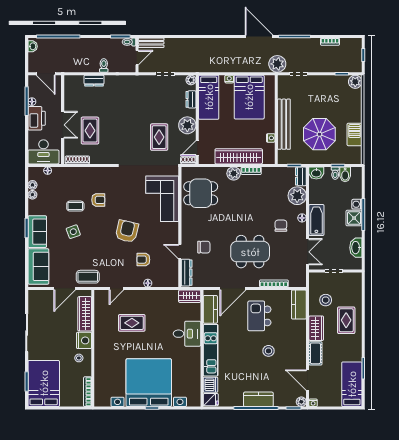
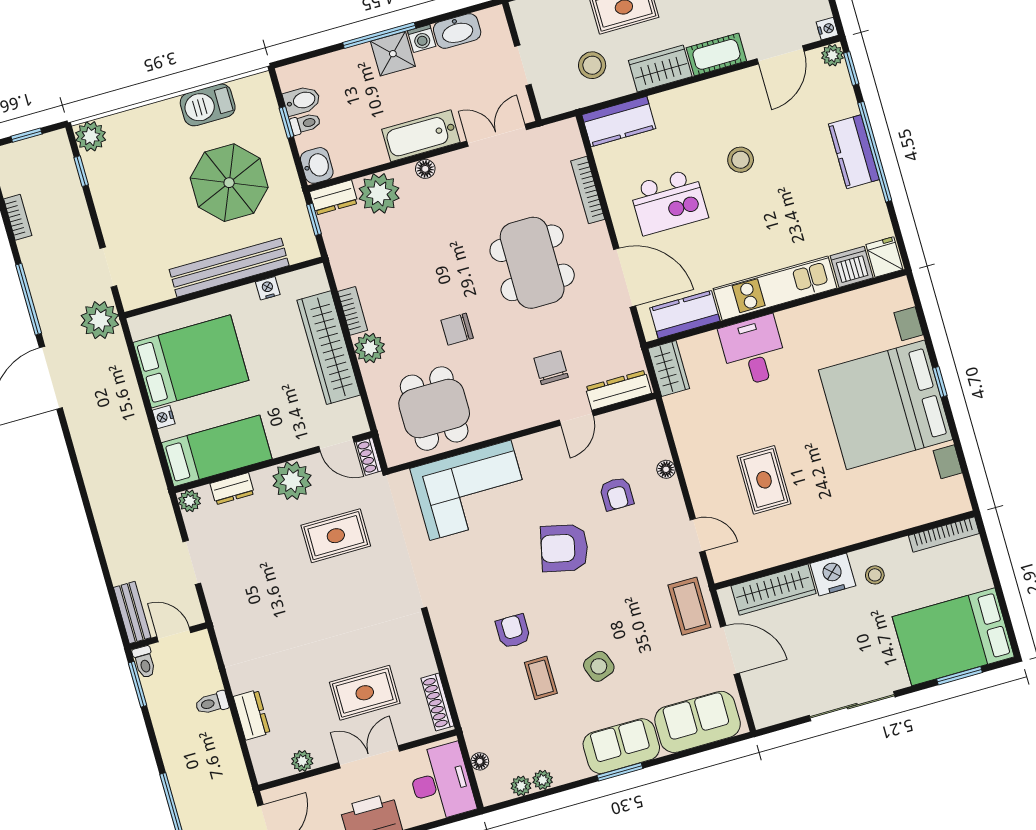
plant: (69, 96) -> (302, 761), added
washing machine: (357, 204) -> (422, 39), moved
chair: (281, 226) -> (457, 329), moved

